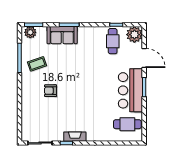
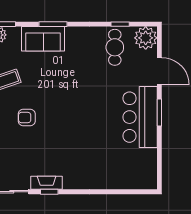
cafe table: (127, 124) -> (136, 165), removed
fireplace: (75, 137) -> (47, 183), moved

